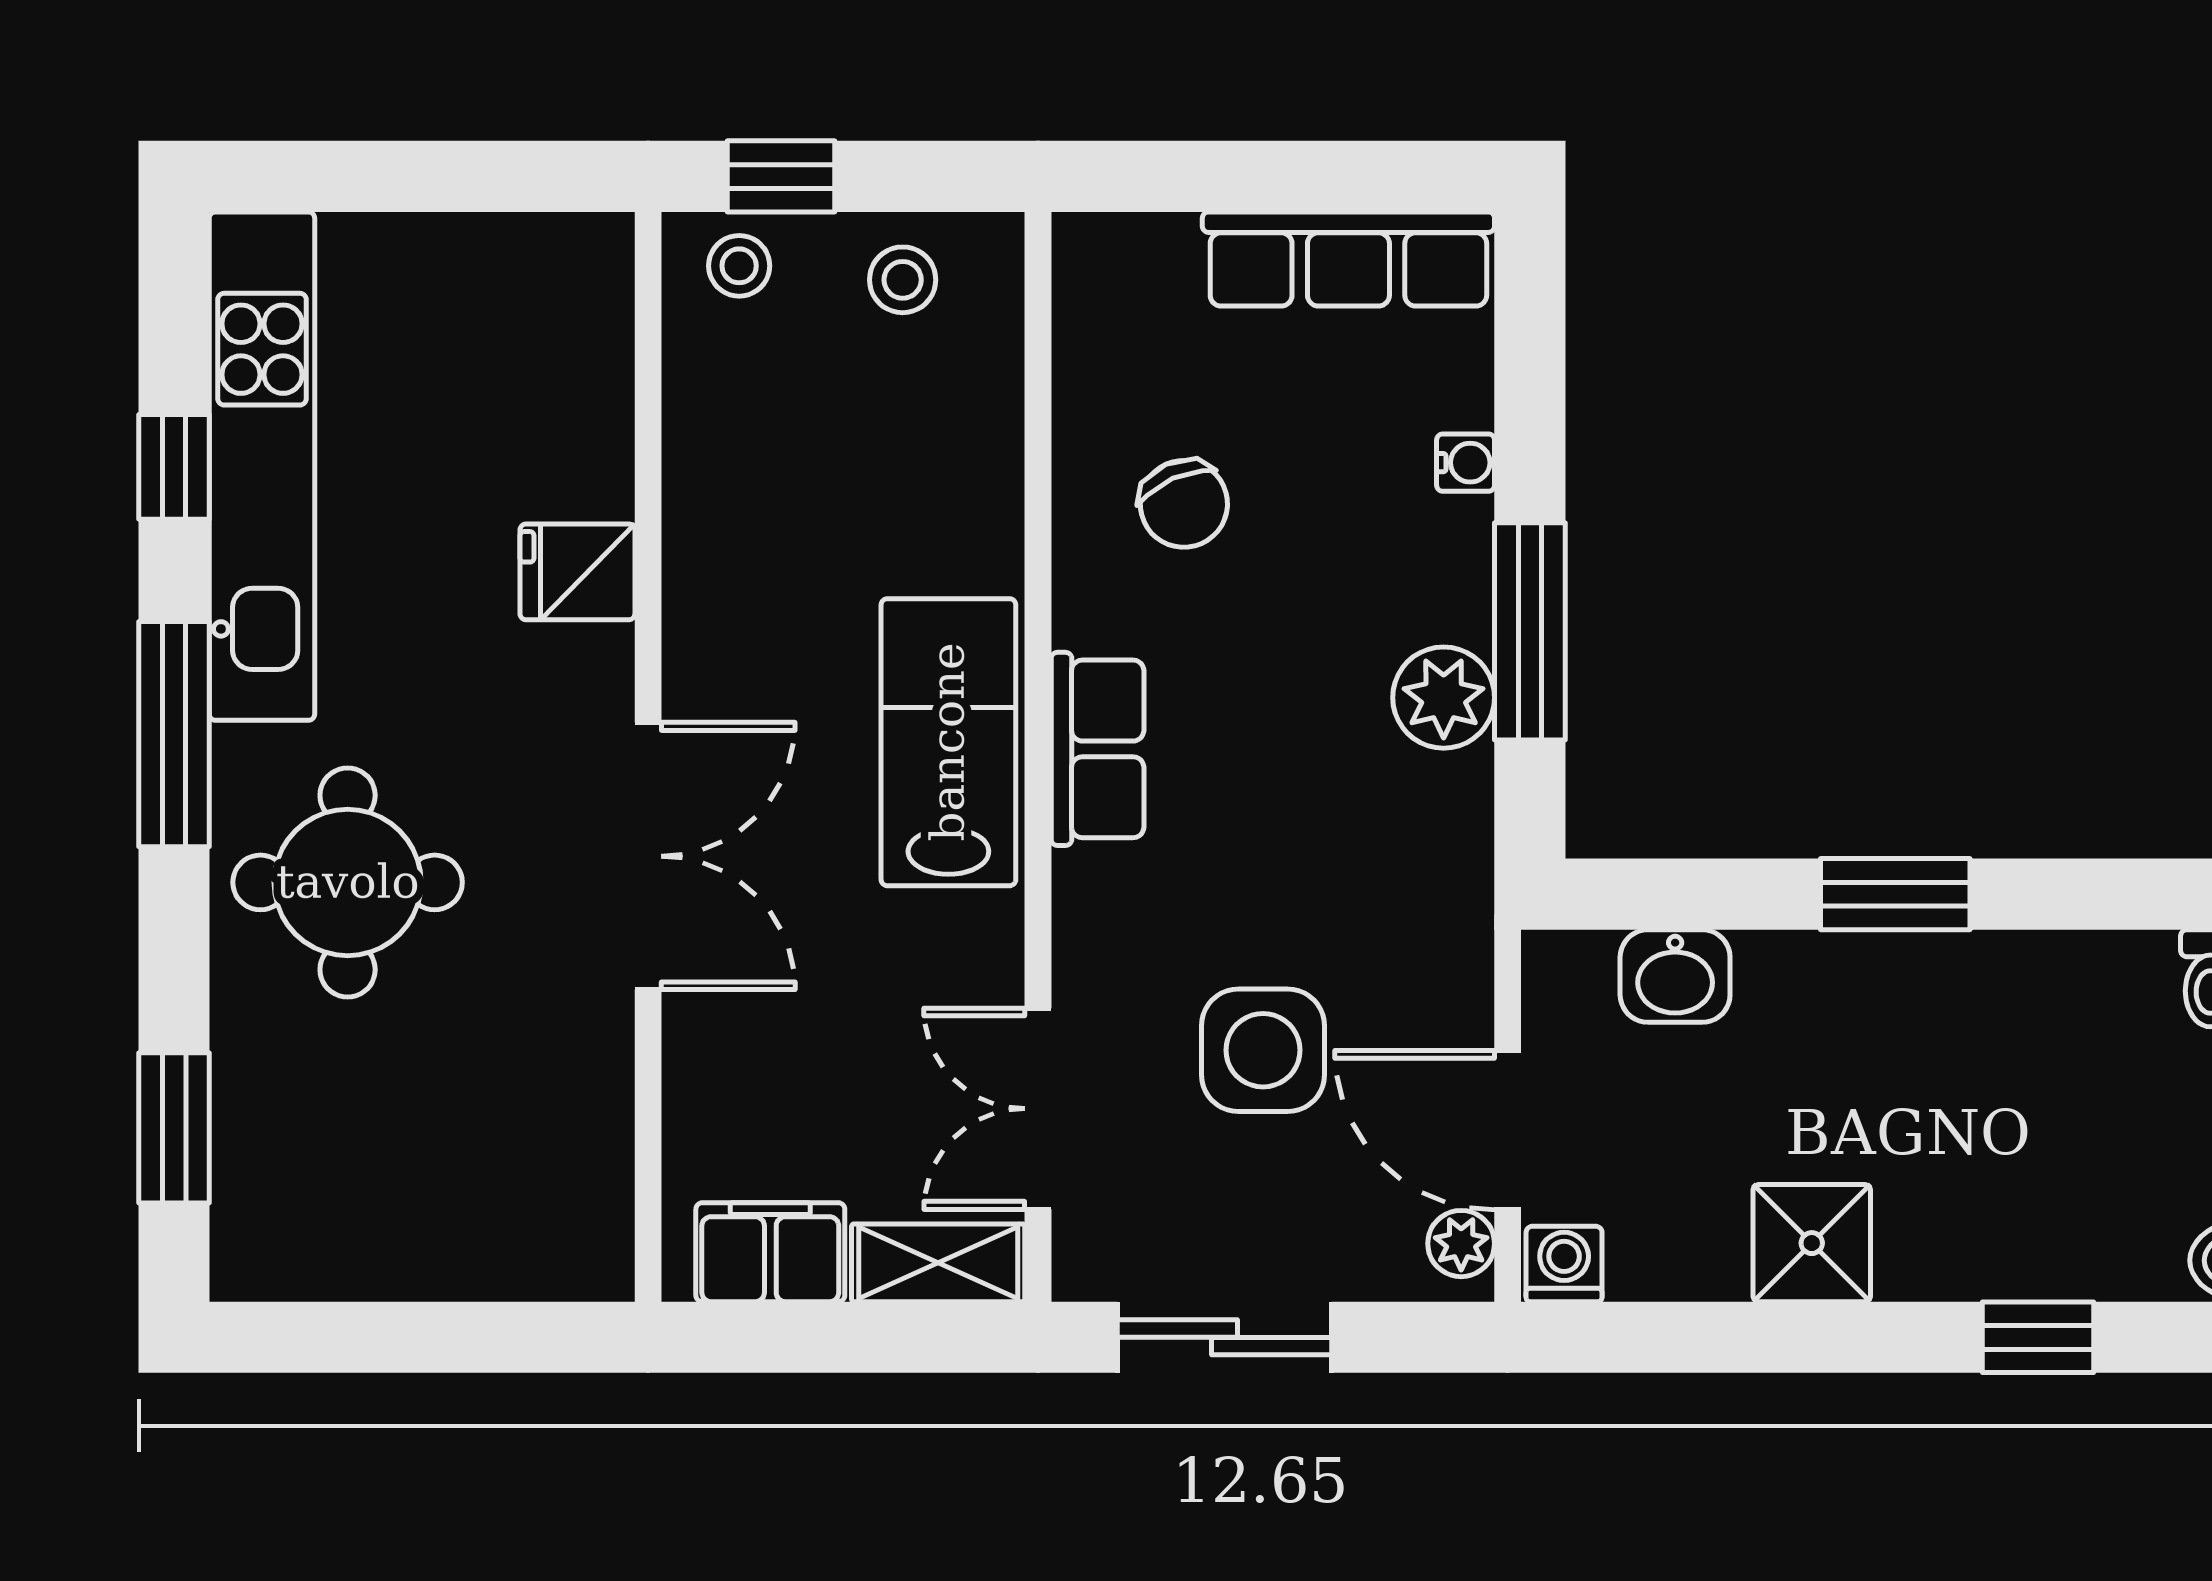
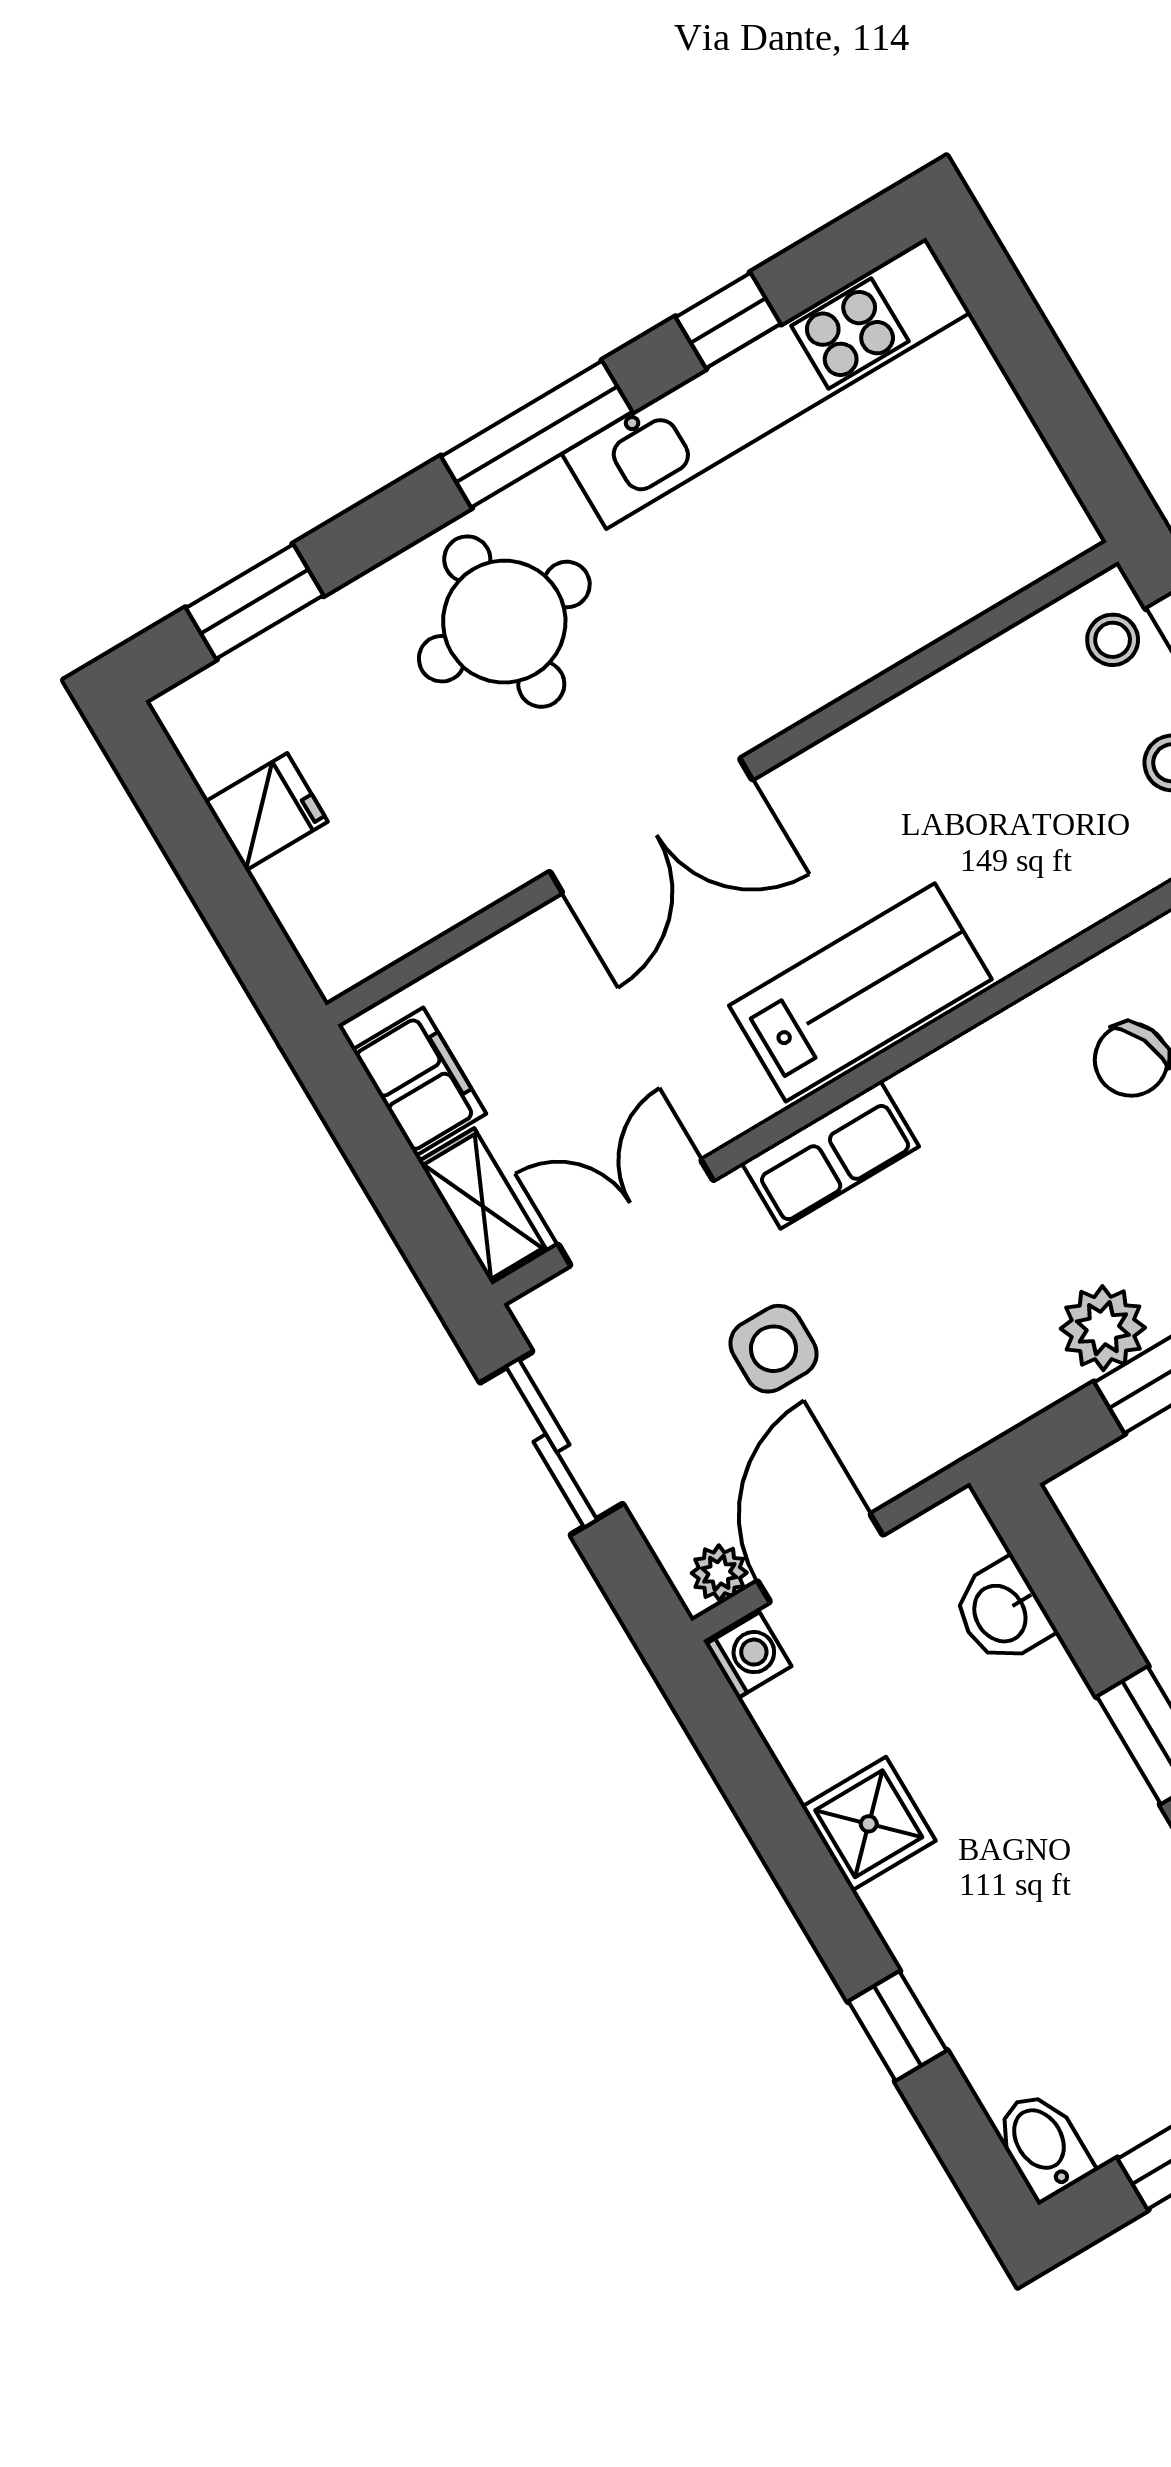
fridge: (577, 572) -> (266, 812), moved, turned 90
row of seats: (1098, 749) -> (830, 1155), moved
side table: (1263, 1050) -> (773, 1349), width x0.73, depth x0.73

